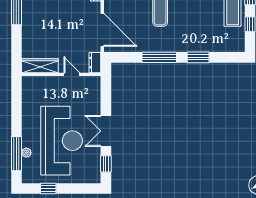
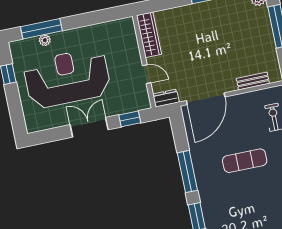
door: (72, 74) -> (147, 74), hinge flipped
reception desk: (62, 141) -> (67, 78), turned 180
window: (106, 164) -> (130, 119), moved

